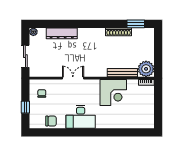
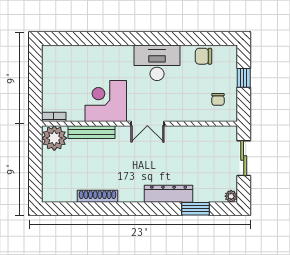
window: (136, 24) -> (196, 209), moved
dresser: (62, 33) -> (169, 194), moved
double door: (73, 78) -> (147, 124), moved

